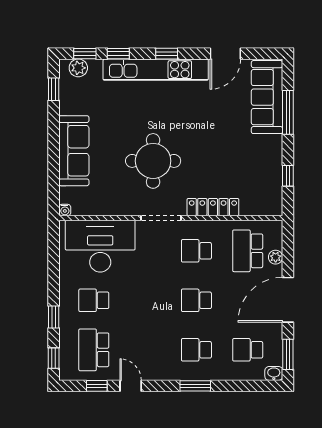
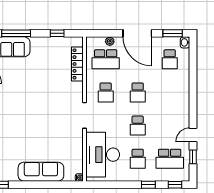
round table: (153, 161) -> (48, 120), removed
locker: (213, 207) -> (77, 64), moved
school desk: (196, 350) -> (138, 126), moved
window: (195, 386) -> (193, 93), removed

